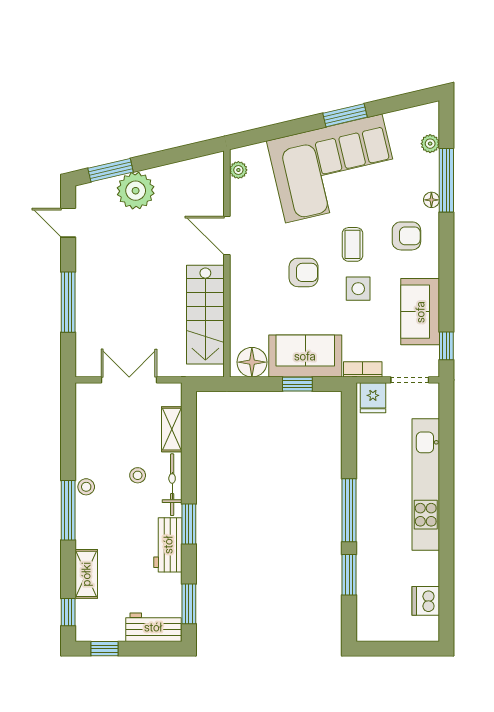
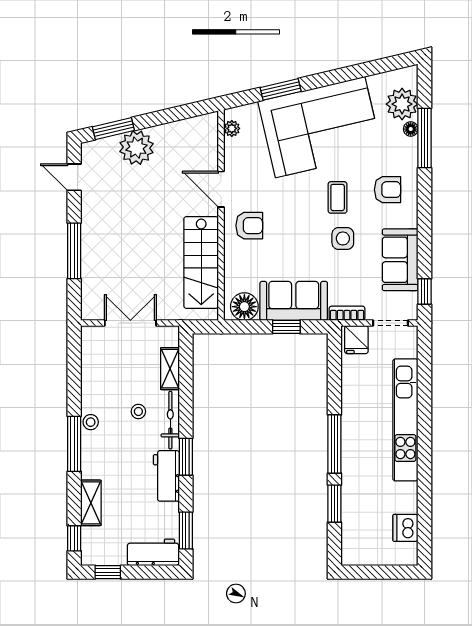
window: (345, 115) -> (281, 89), moved
plant: (430, 144) -> (402, 104), width x1.88, depth x1.88
floor lamp: (431, 200) -> (411, 129), moved
armchair: (304, 272) -> (249, 226), moved

